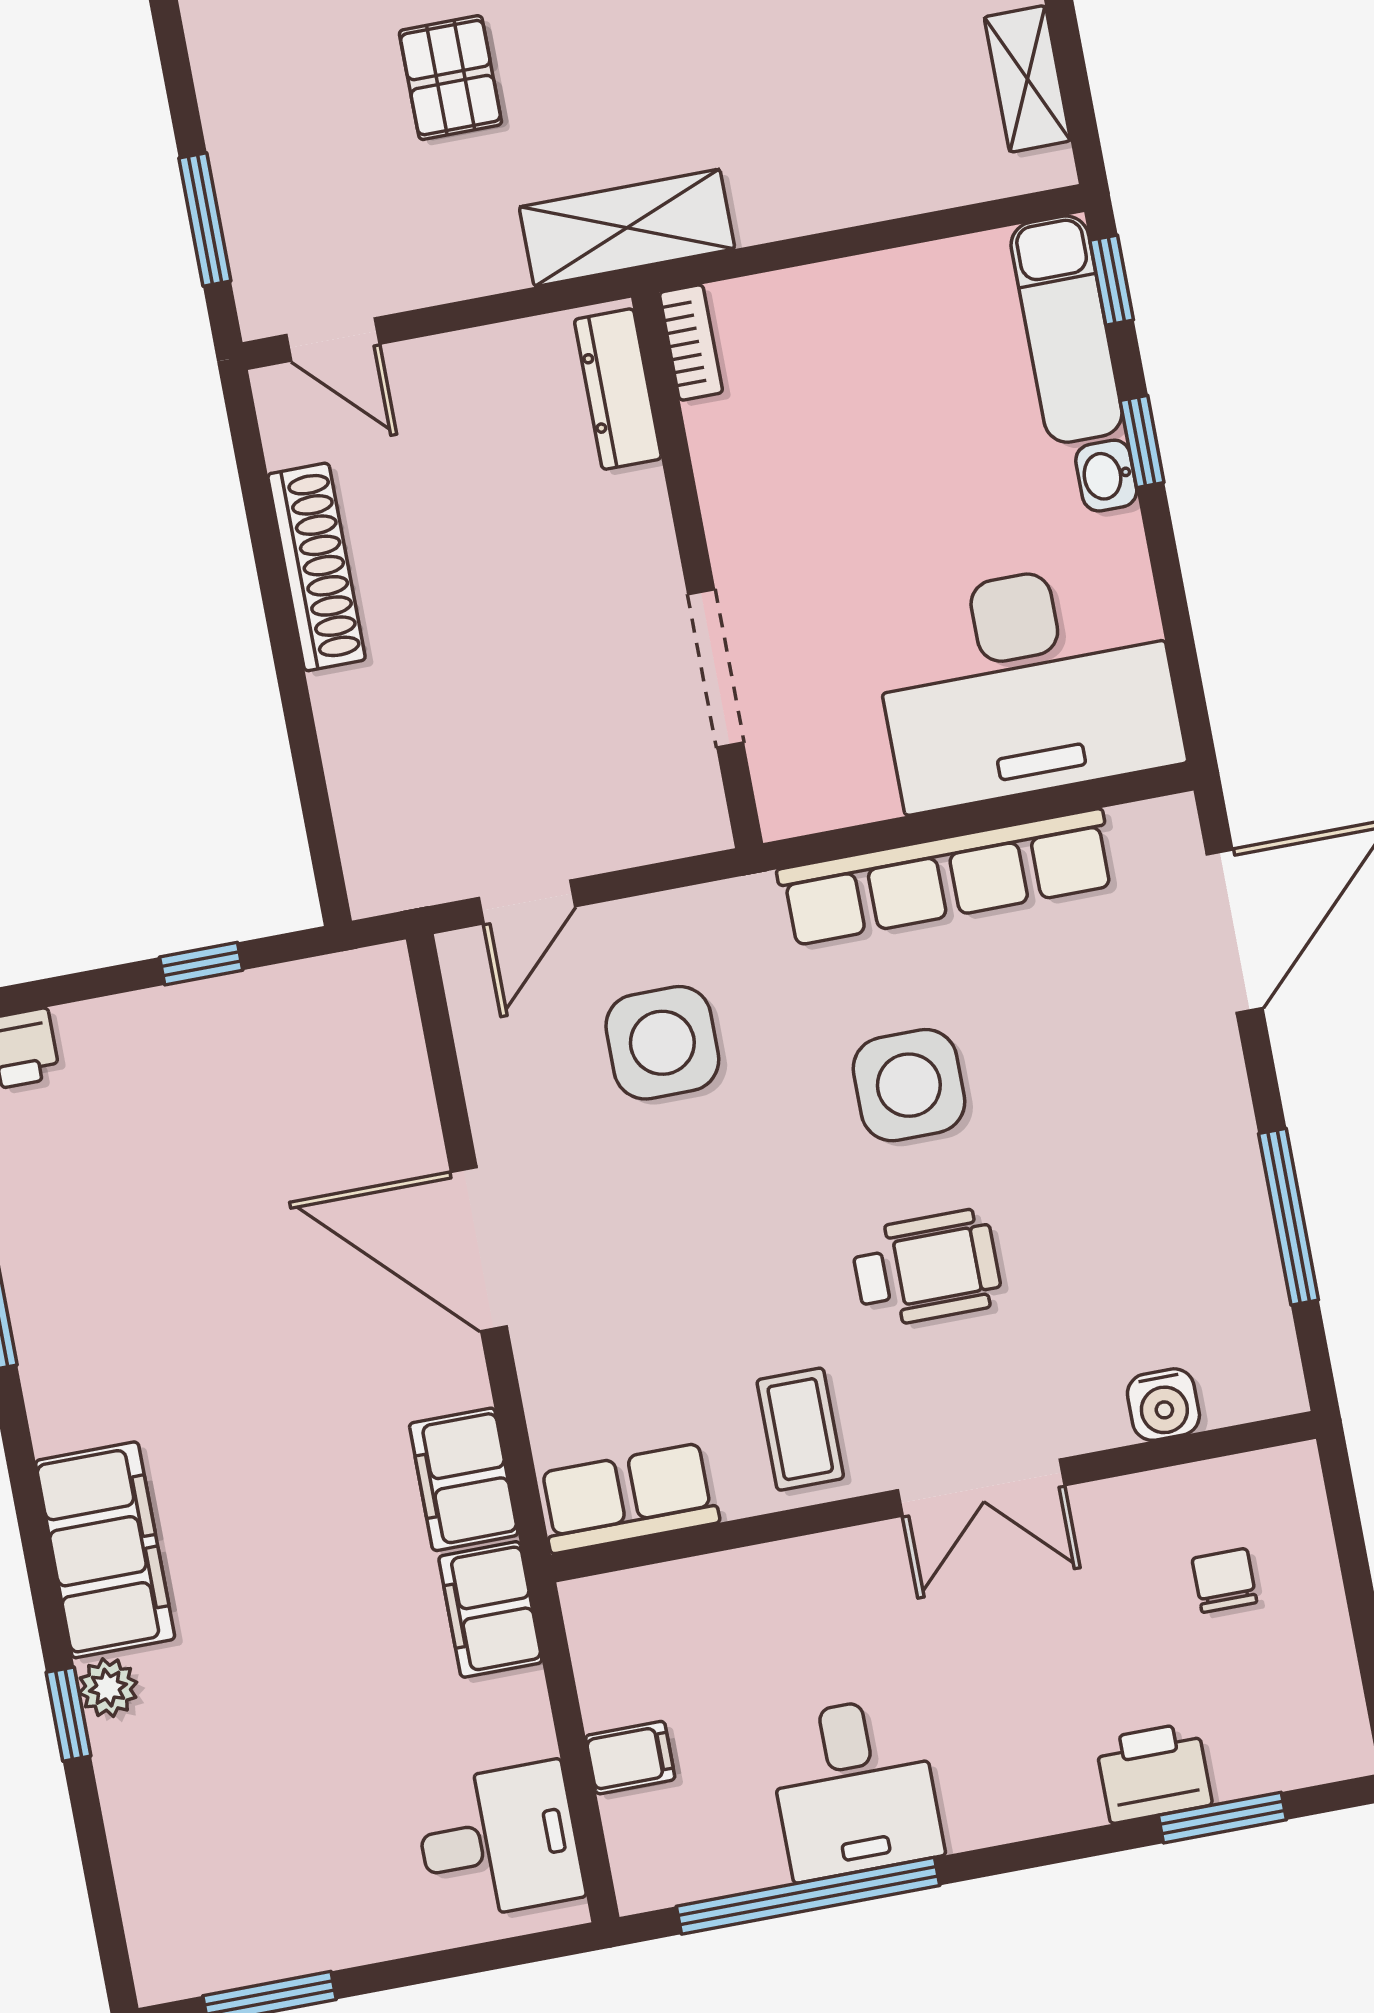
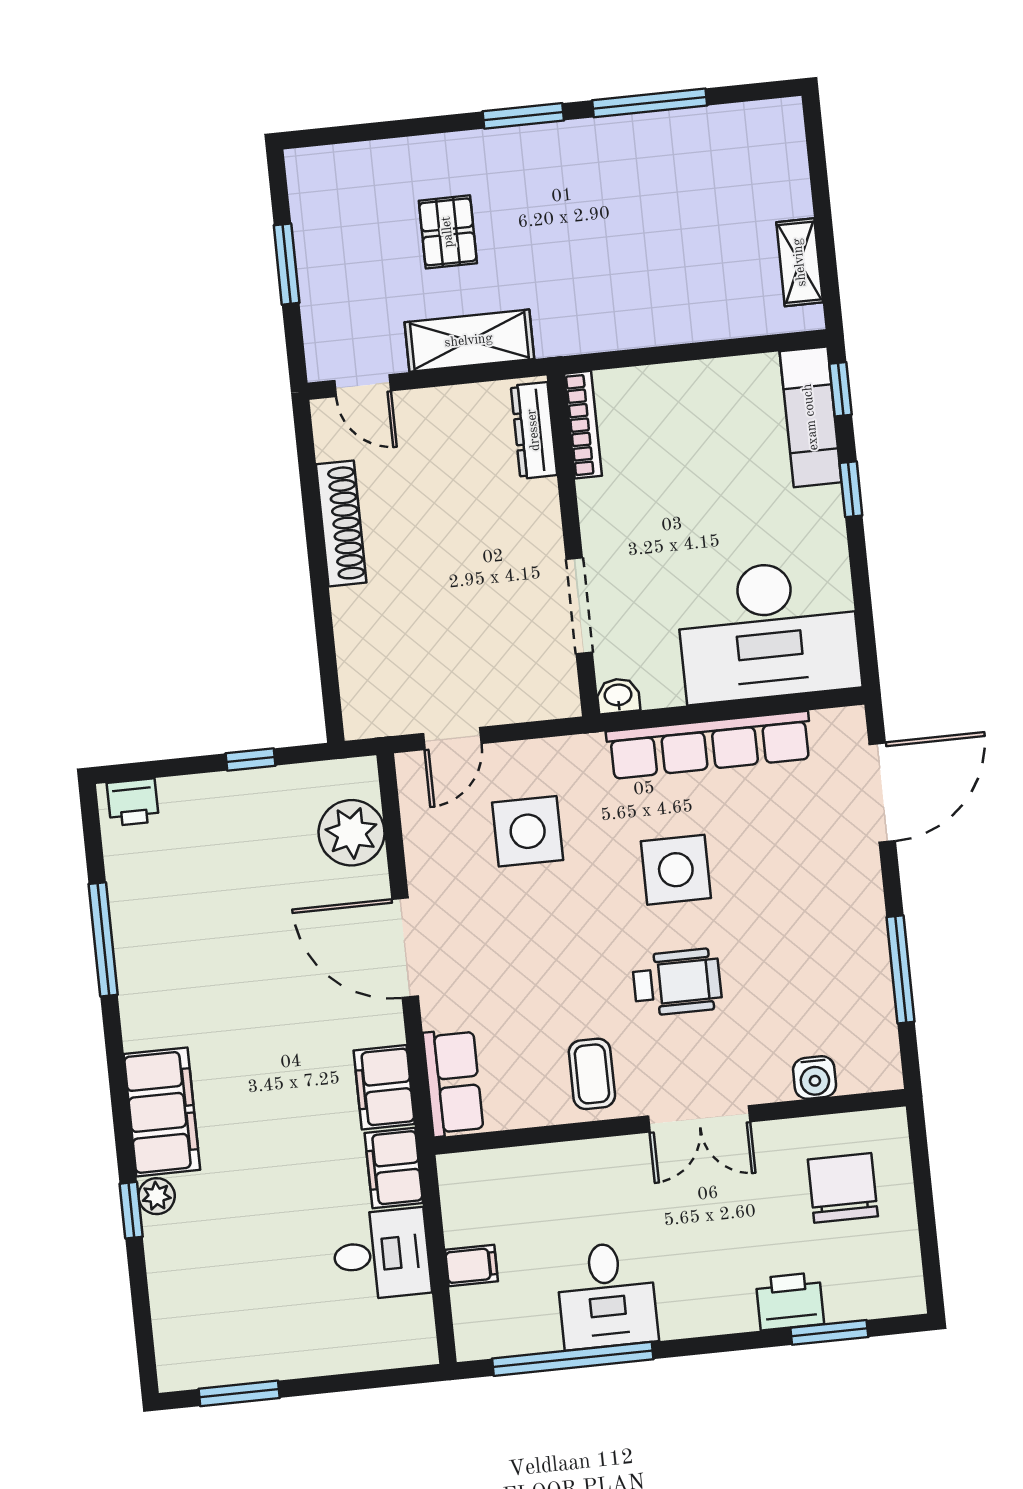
window: (205, 219) -> (287, 264), moved
shelving: (627, 228) -> (469, 341), moved
bookcase: (691, 343) -> (583, 425), width x1.56
washbasin: (1106, 476) -> (618, 696), moved, turned 90
plant: (376, 1069) -> (352, 833), added
row of seats: (628, 1498) -> (453, 1083), moved, turned 90
chair: (1224, 1580) -> (843, 1188), width x1.87, depth x1.87
desk: (499, 1841) -> (381, 1254), moved

